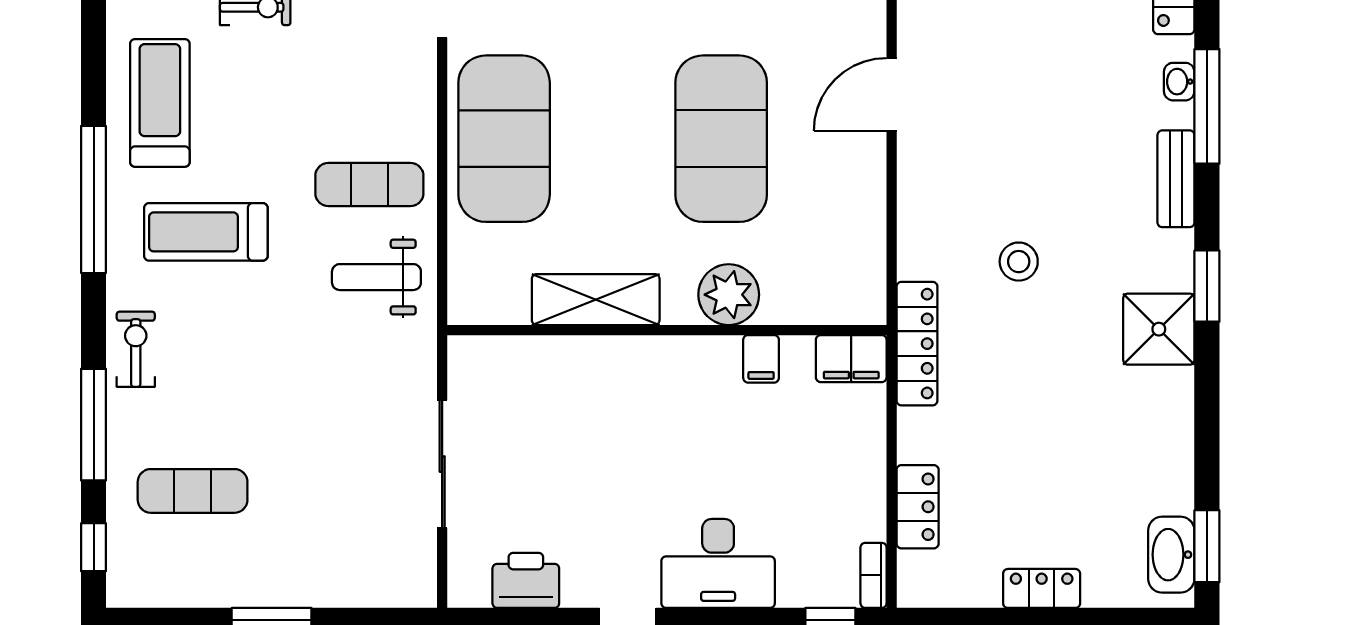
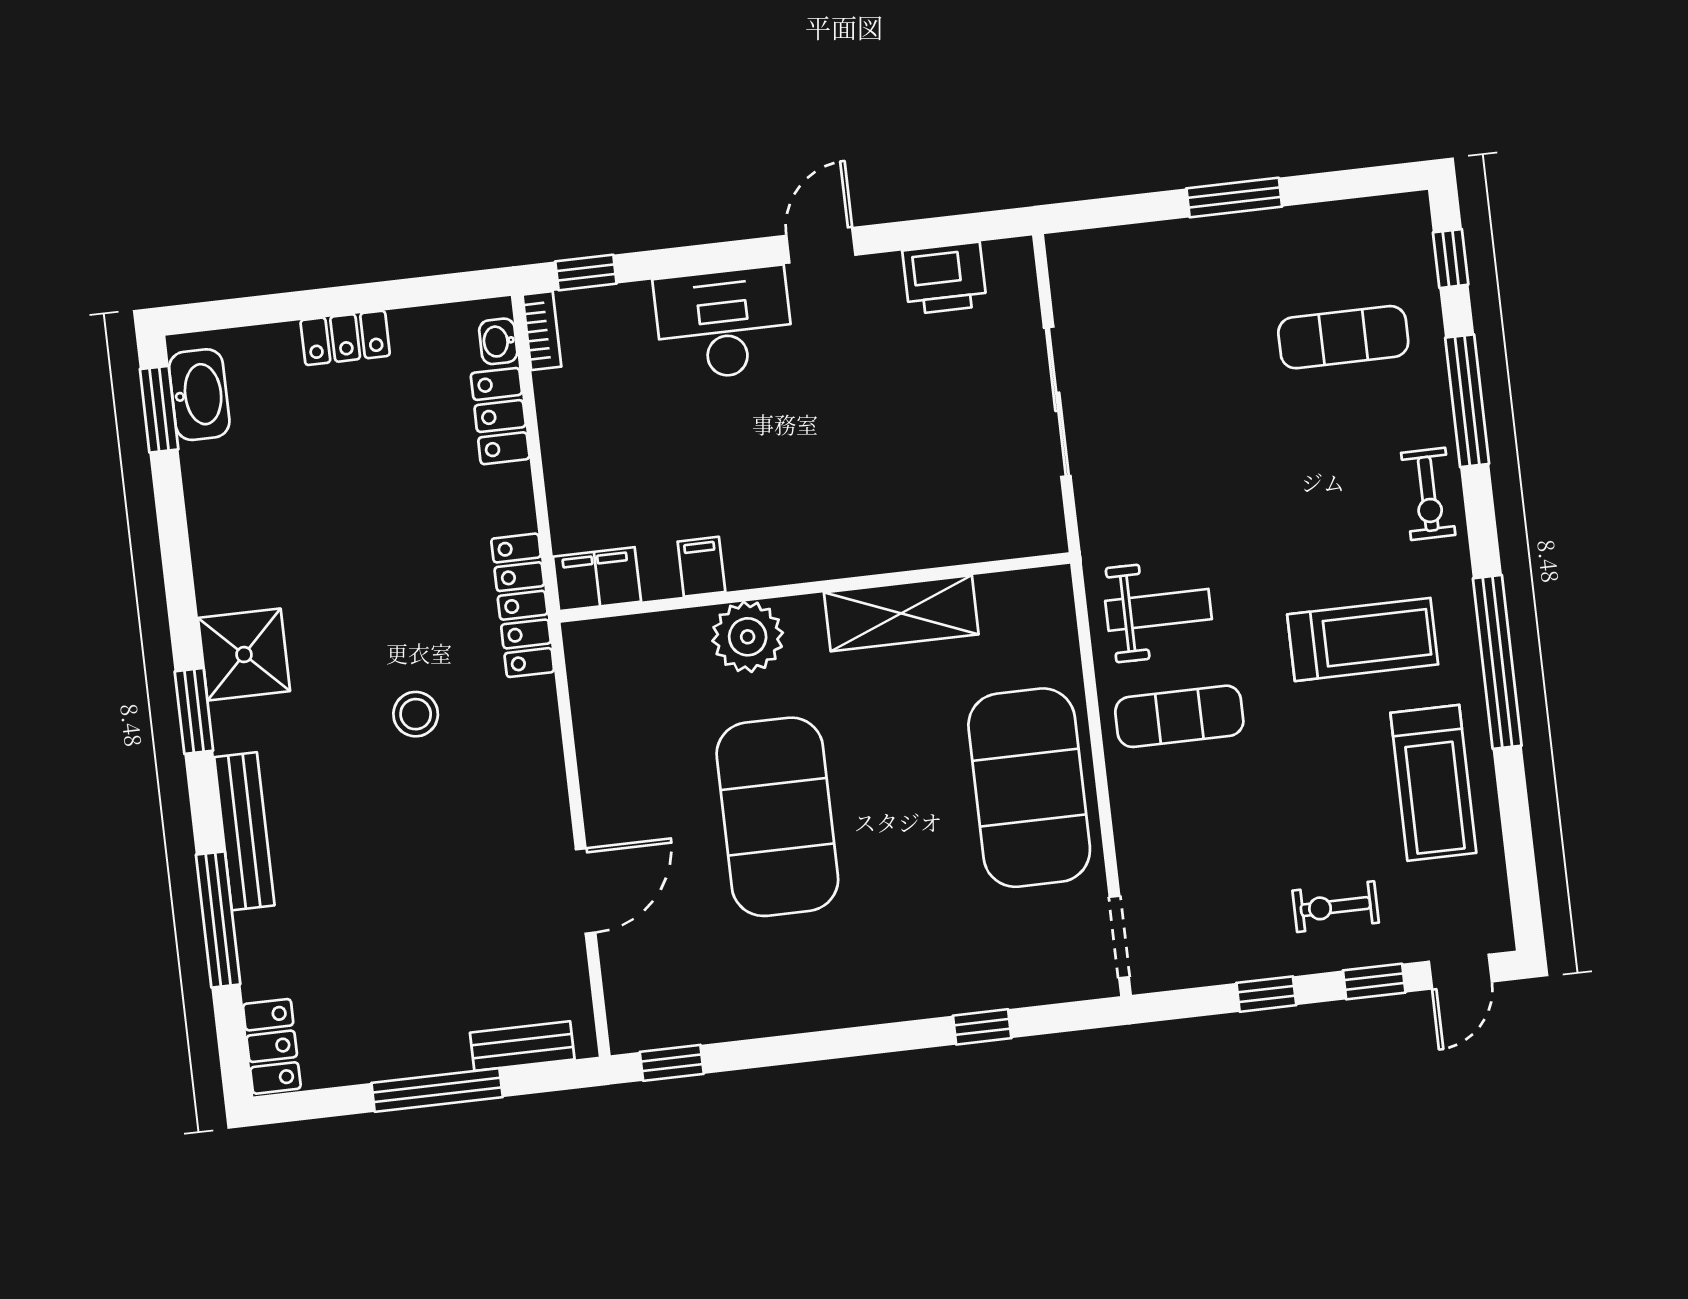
washbasin: (1179, 82) -> (498, 341), moved, turned 180
bench: (1176, 179) -> (244, 831), width x1.36

